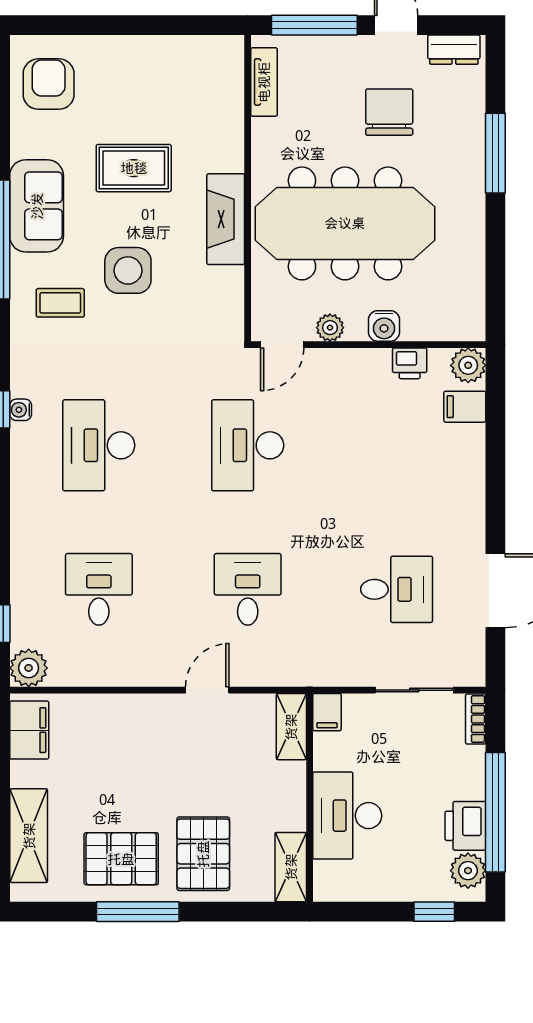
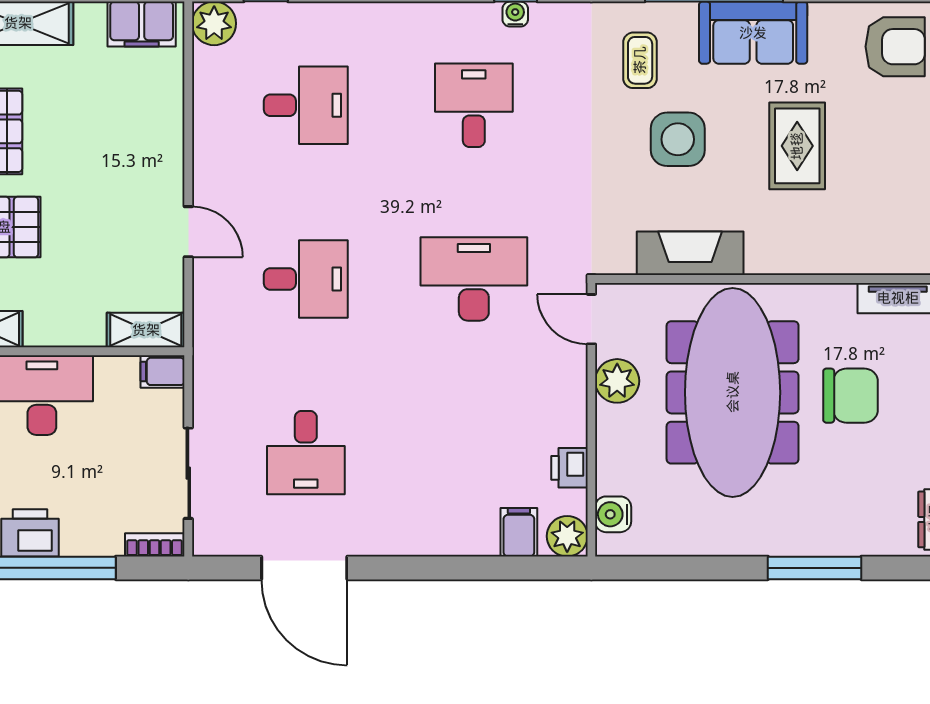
chair: (389, 112) -> (850, 396), moved
fireplace: (226, 219) -> (690, 253), moved
water cooler: (384, 326) -> (613, 514), moved
plant: (330, 328) -> (617, 381), width x1.38, depth x1.38
desk: (99, 445) -> (474, 105), width x0.73

